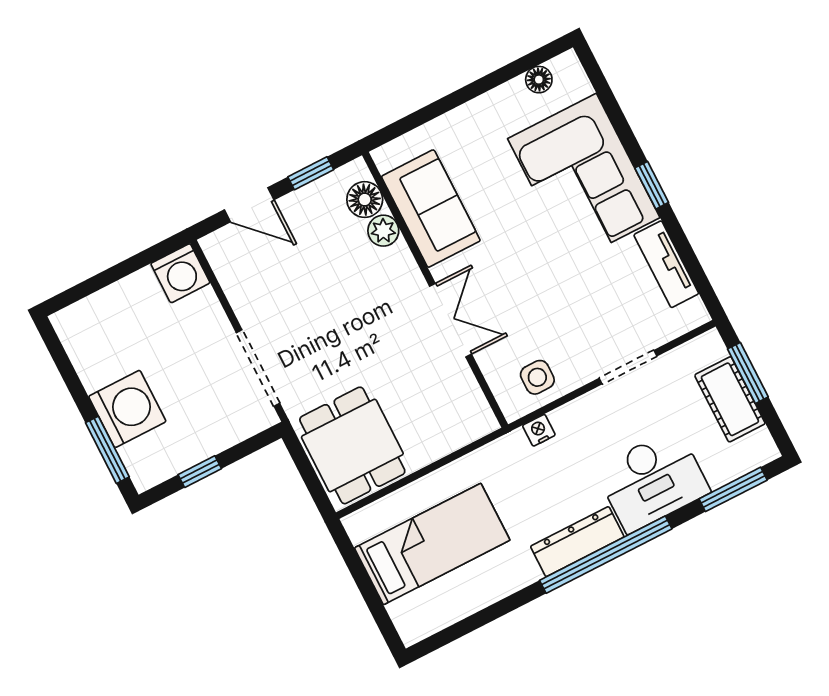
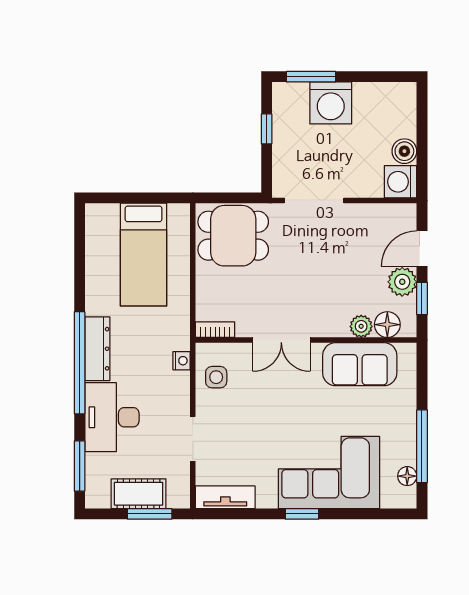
window: (493, 80) -> (422, 446), added
plant: (303, 208) -> (402, 282), added
tv unit: (666, 264) -> (225, 497), moved
boiler: (140, 288) -> (404, 151), added
bookcase: (479, 409) -> (215, 330), added

